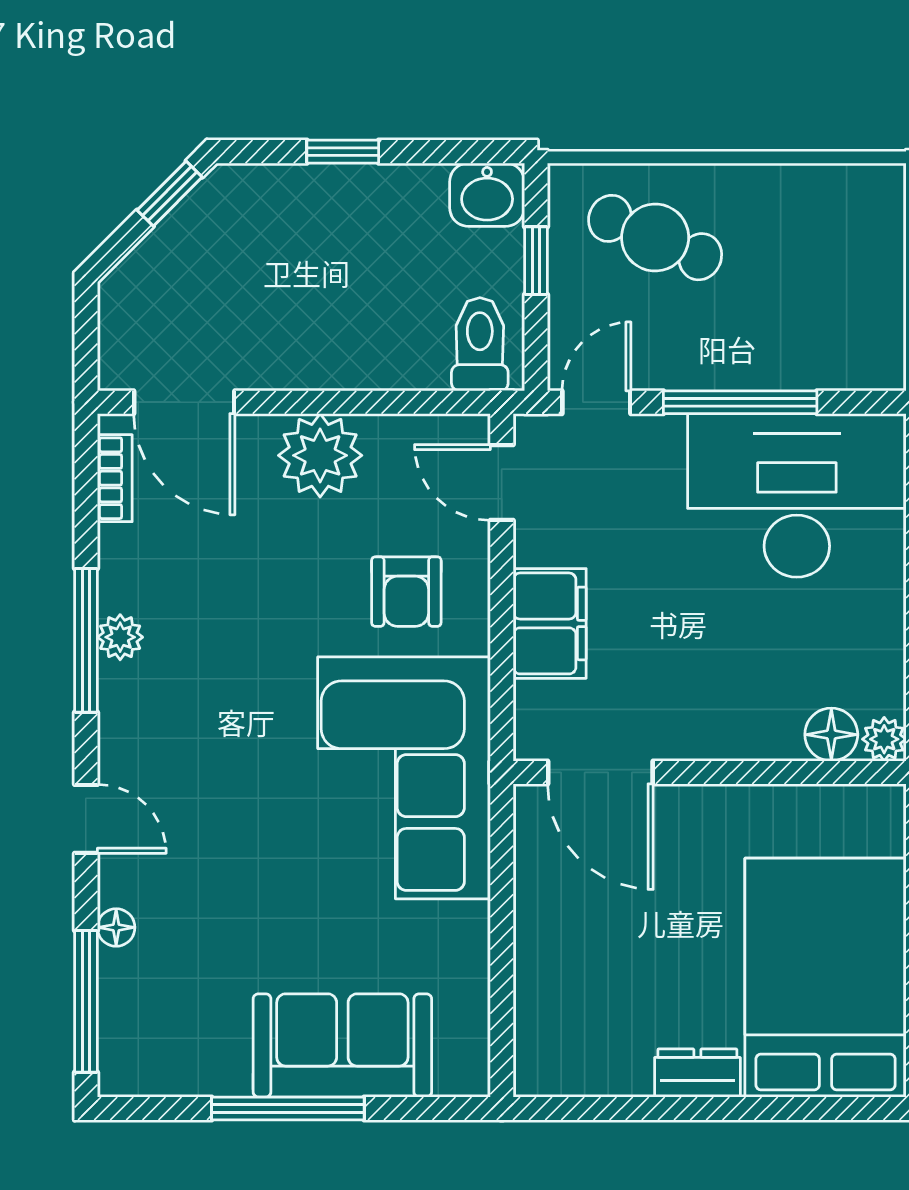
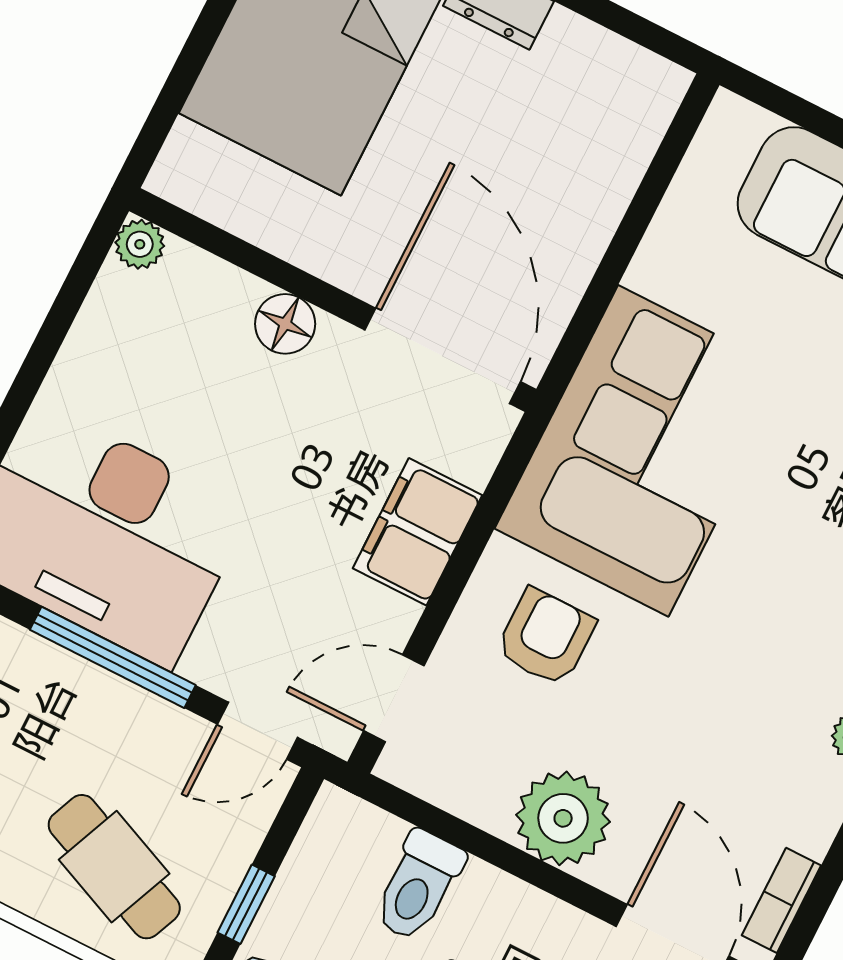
toilet: (480, 344) -> (418, 886), moved
door: (502, 482) -> (394, 698), swing flipped
floor lamp: (831, 735) -> (285, 324), moved
door: (600, 772) -> (443, 356), width x1.36

